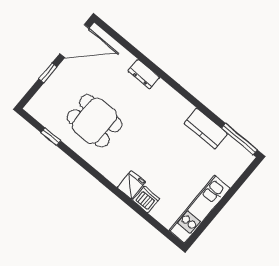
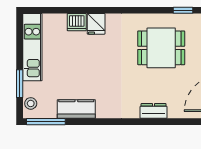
stool: (239, 164) -> (31, 103), added
window: (235, 188) -> (20, 84), added

